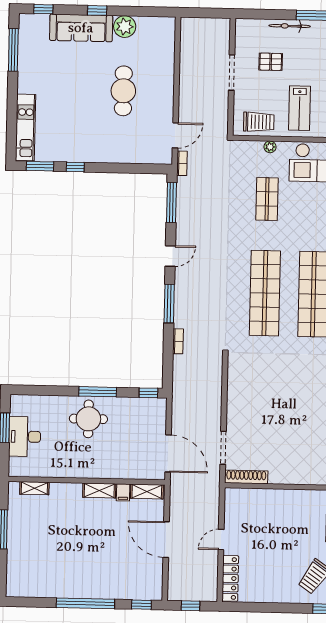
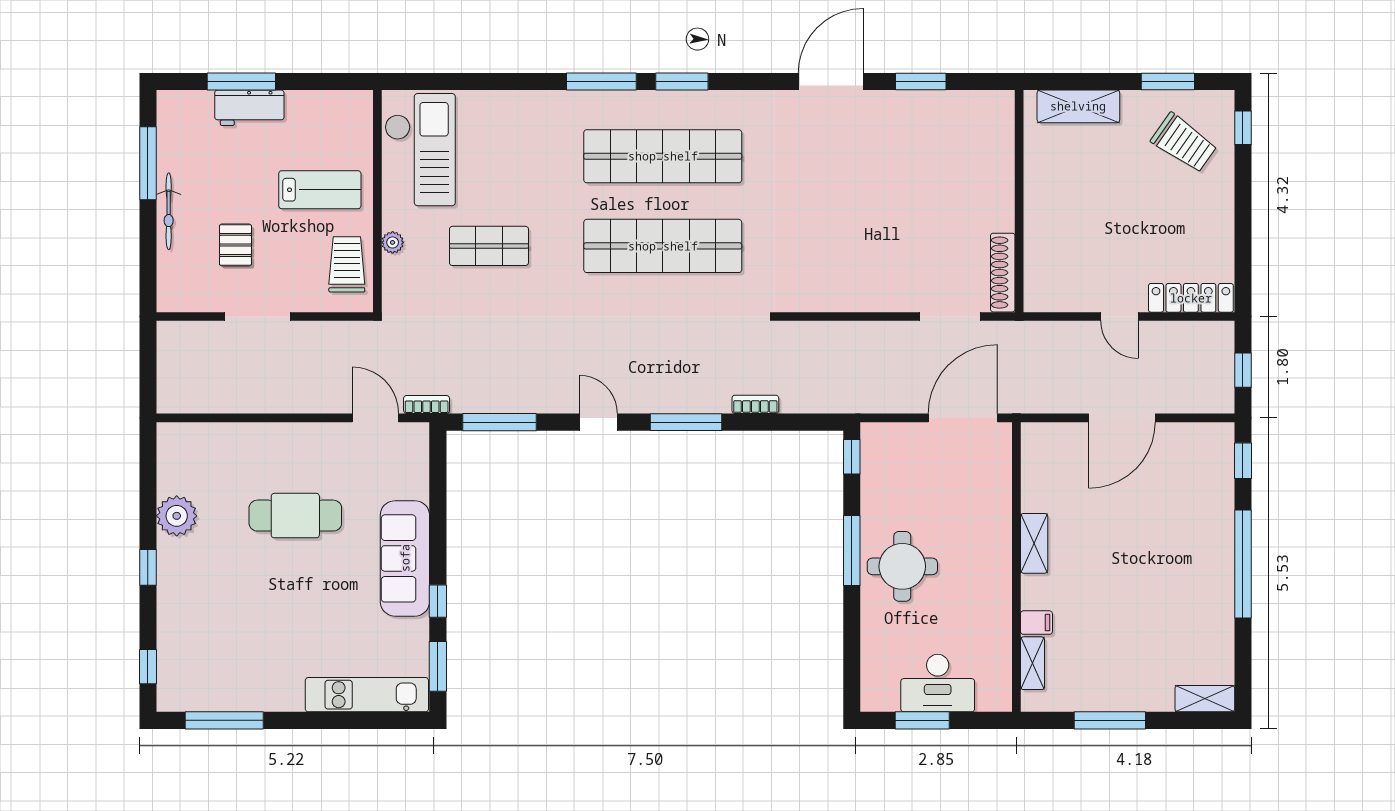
sofa: (81, 28) -> (405, 558), moved, turned 180
filing cabinet: (123, 492) -> (1036, 623), moved
shelving: (147, 492) -> (1205, 699), moved, turned 90

